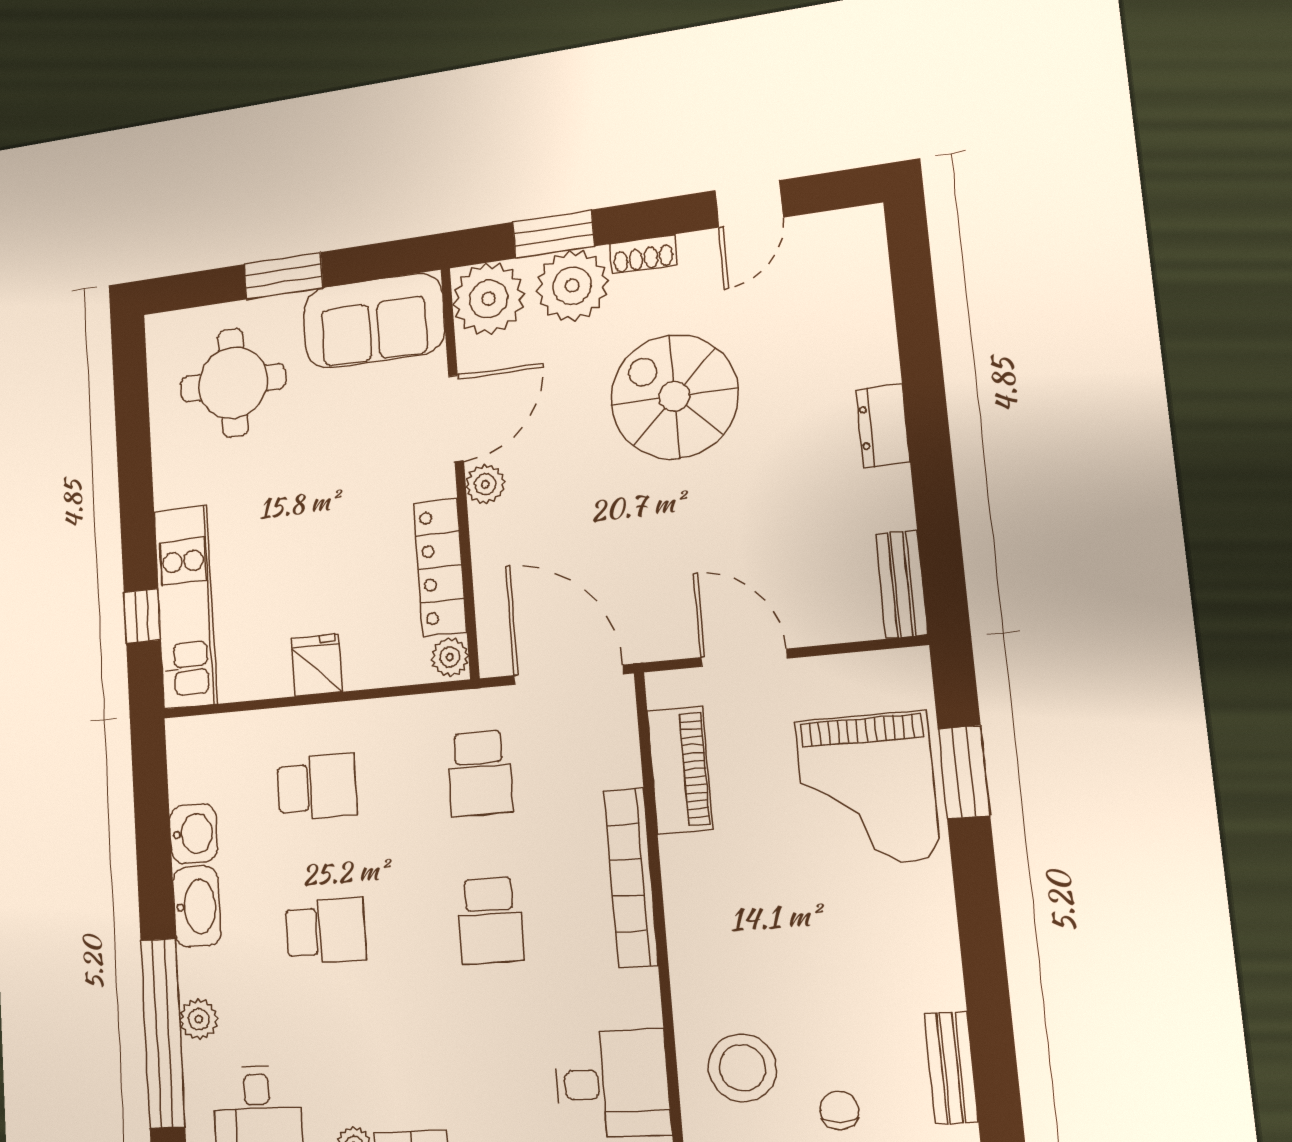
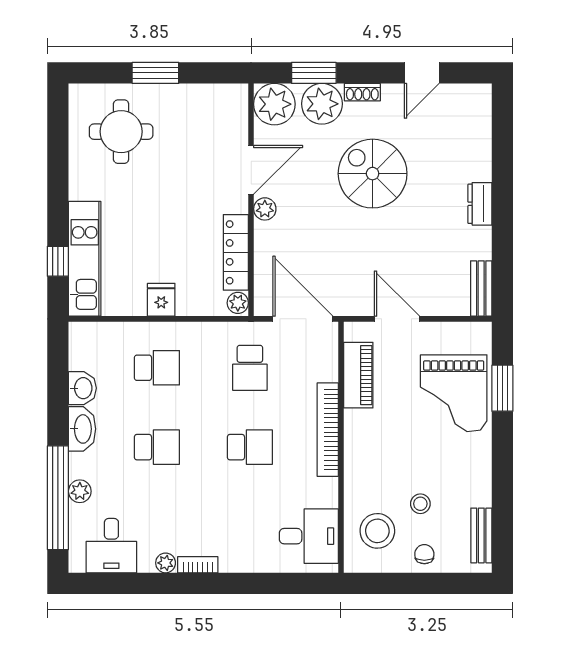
sofa: (374, 321) -> (207, 107), removed
school desk: (490, 920) -> (250, 447), turned -90
stool: (822, 1010) -> (420, 504), added

